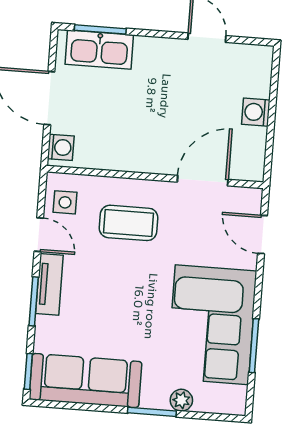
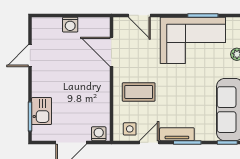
kitchen sink: (99, 50) -> (42, 111), width x0.73
coffee table: (129, 223) -> (139, 92), turned 90
door: (262, 235) -> (139, 15), hinge flipped

